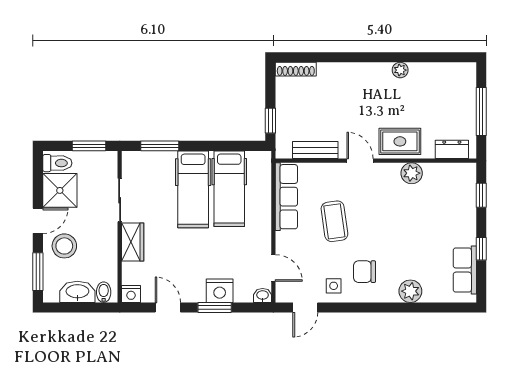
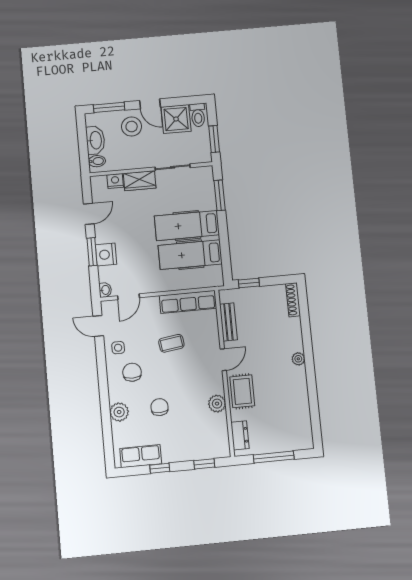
plant: (400, 70) -> (298, 359), moved
coffee table: (334, 221) -> (171, 343), width x0.73, depth x0.77
chair: (409, 242) -> (160, 407), added
nightstand: (131, 294) -> (115, 181), moved, turned 90

